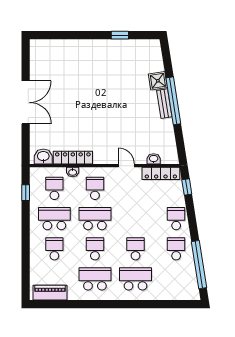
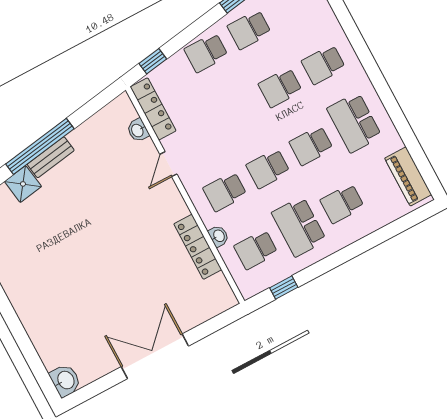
washbasin: (43, 157) -> (65, 380), moved, turned 180
school desk: (95, 219) -> (268, 169), width x0.54
school desk: (136, 279) -> (323, 65), width x0.54

